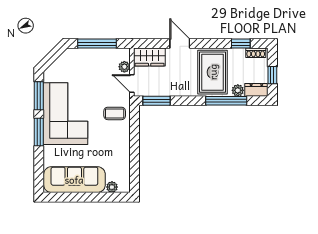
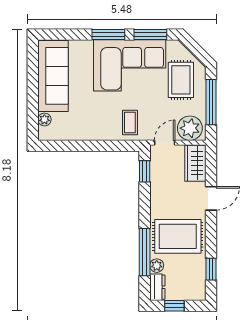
shoe rack: (256, 53) -> (200, 286), removed
plant: (124, 67) -> (190, 128), width x1.88, depth x1.88
rug: (78, 70) -> (181, 80), added
window: (157, 101) -> (145, 171), width x0.67

